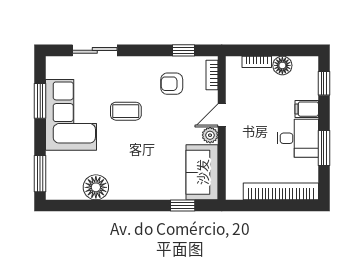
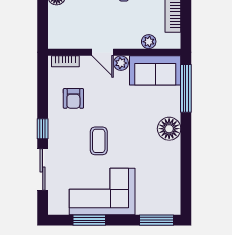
window: (184, 50) -> (43, 129), moved
bookcase: (257, 62) -> (53, 20), removed
plant: (233, 165) -> (149, 42), added
floor lamp: (96, 187) -> (169, 129), moved
window: (183, 206) -> (186, 88), width x2.17

